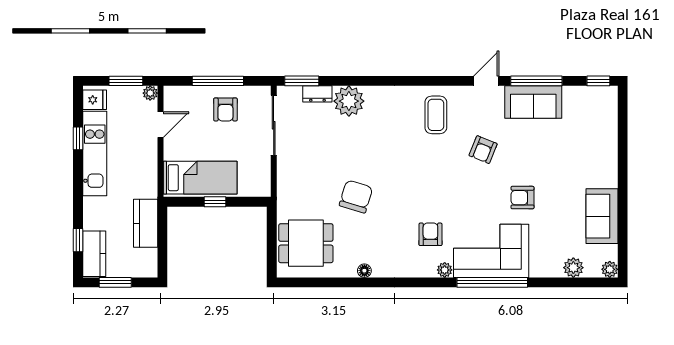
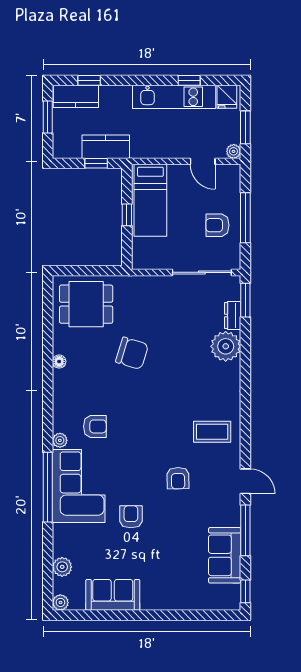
sofa: (533, 102) -> (225, 555), moved
armchair: (483, 150) -> (178, 478), turned -113
window: (162, 233) -> (96, 163), added
dining table: (306, 243) -> (86, 304), turned 90

